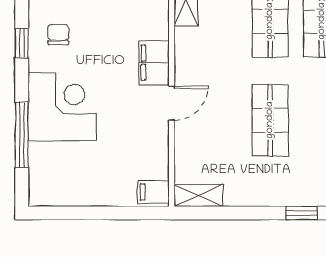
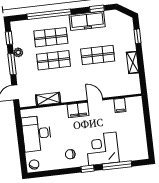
window: (22, 43) -> (88, 169), moved
filing cabinet: (153, 192) -> (120, 105), moved
shelving: (199, 196) -> (133, 62), moved

